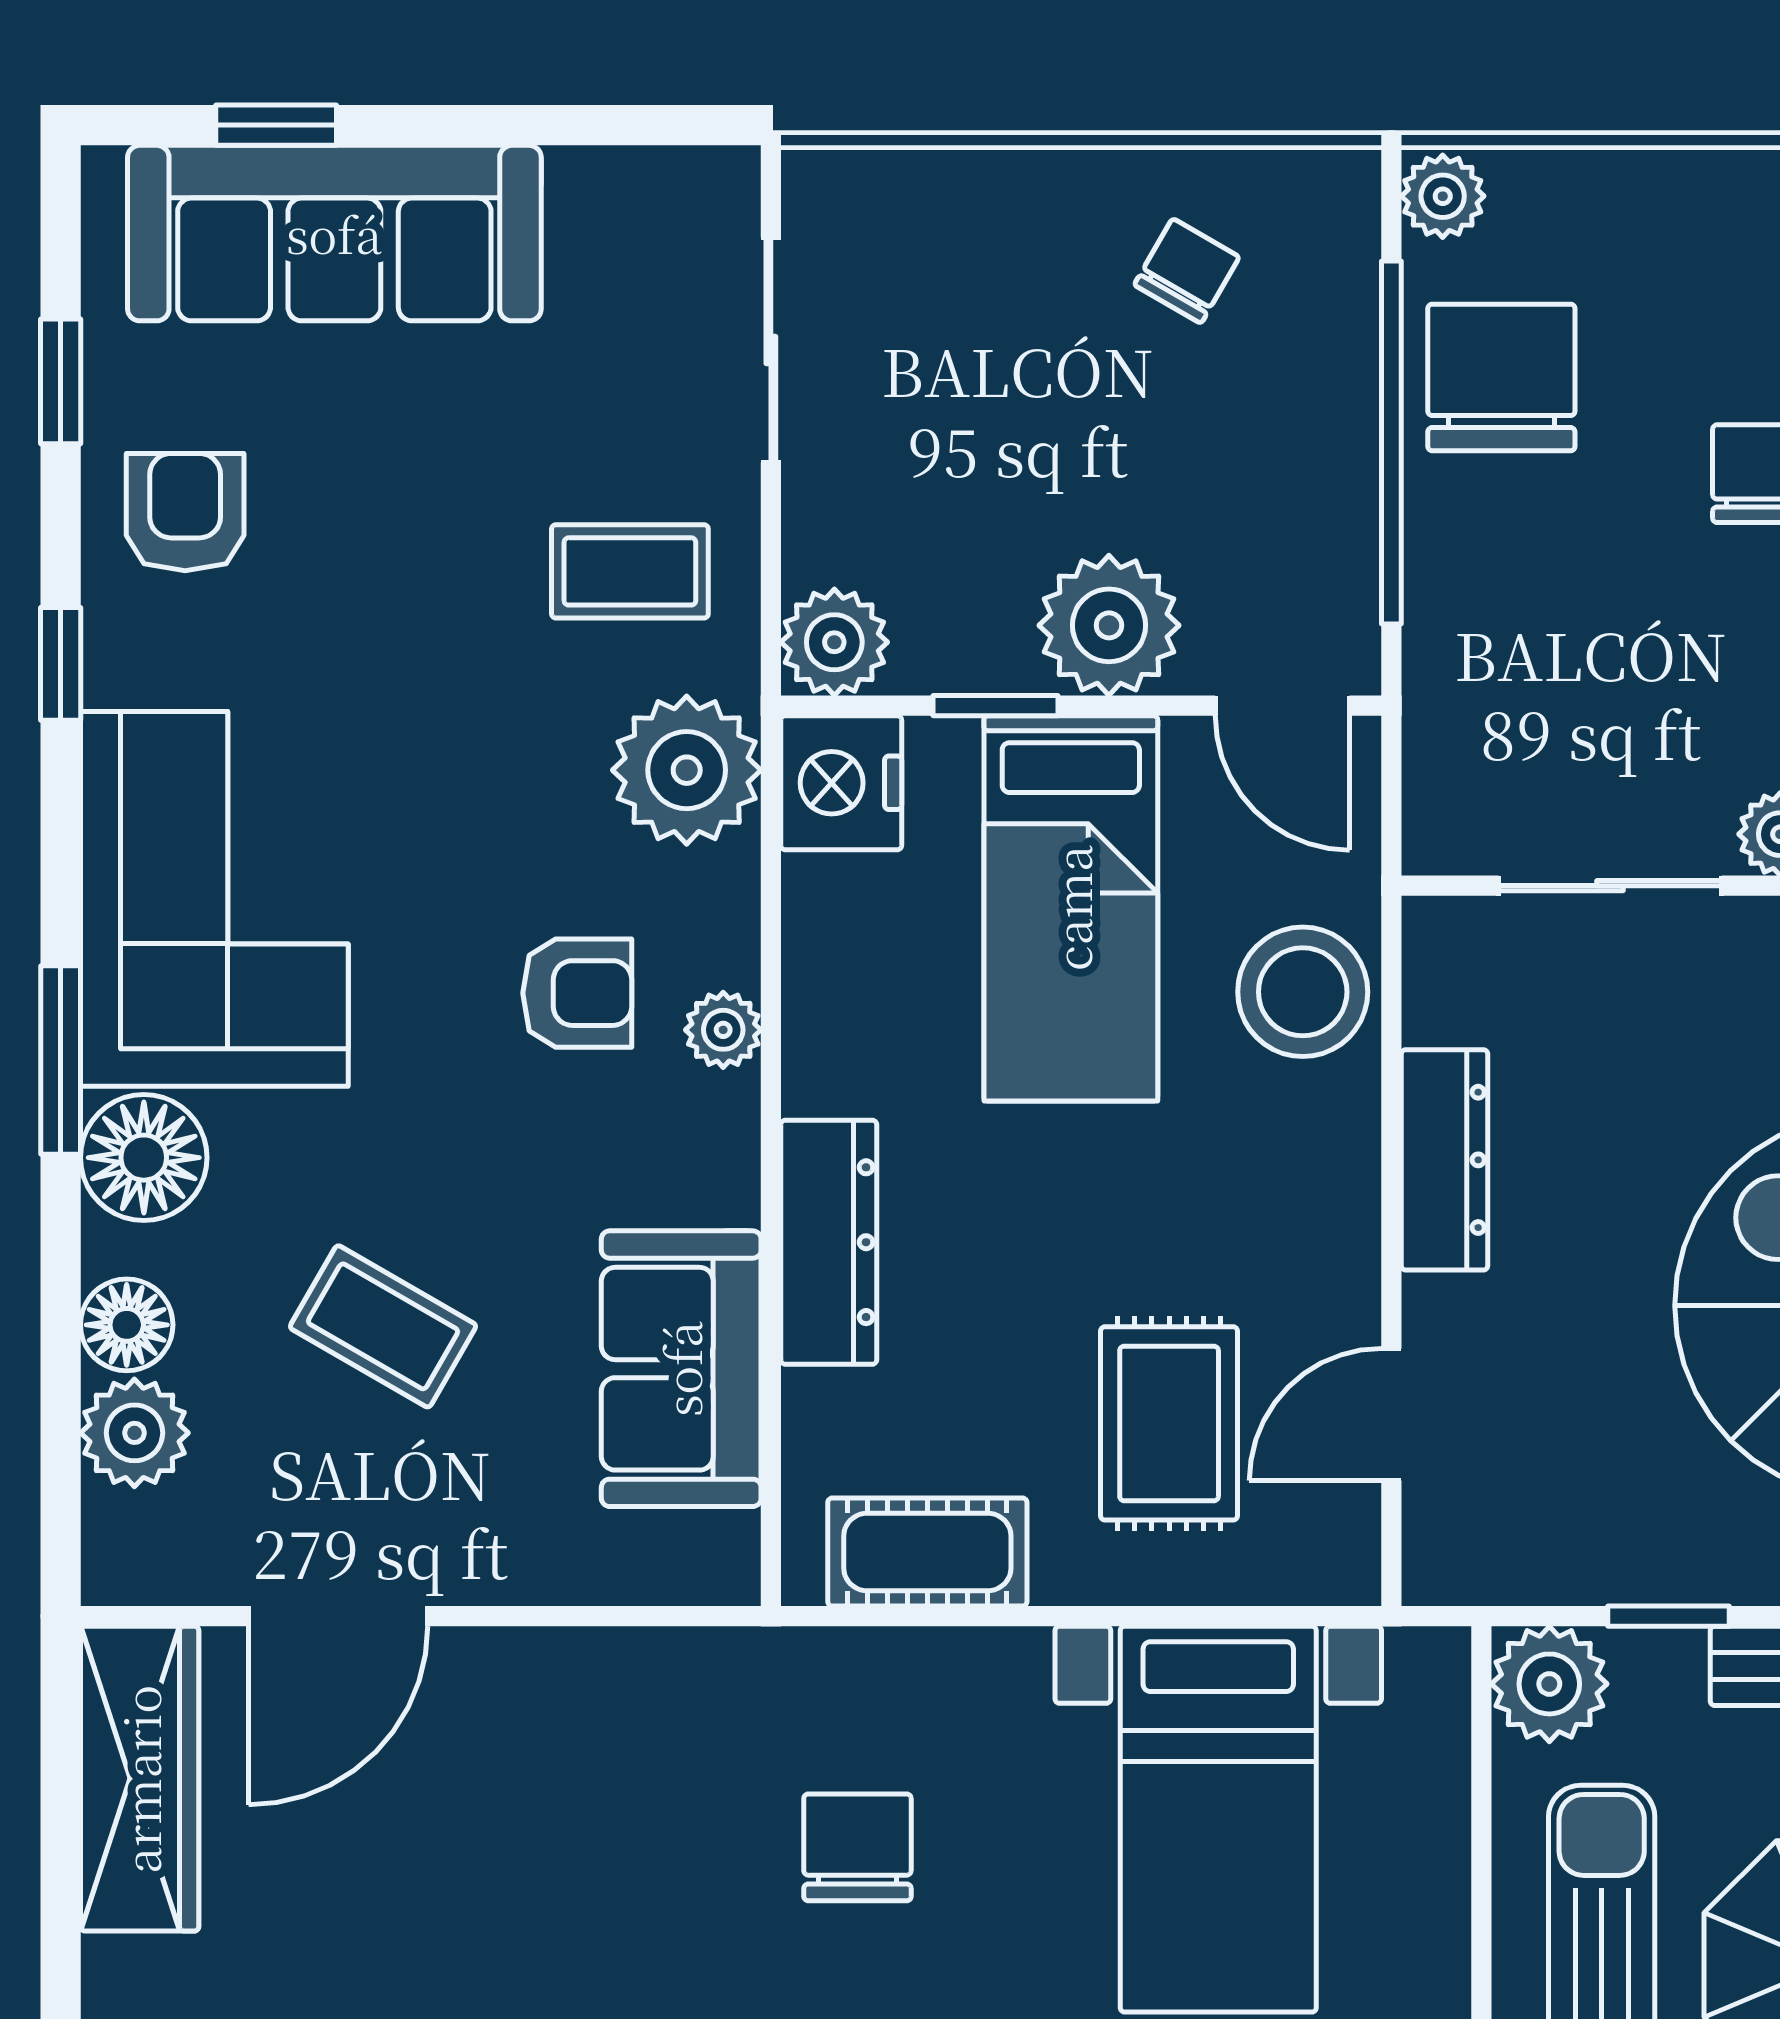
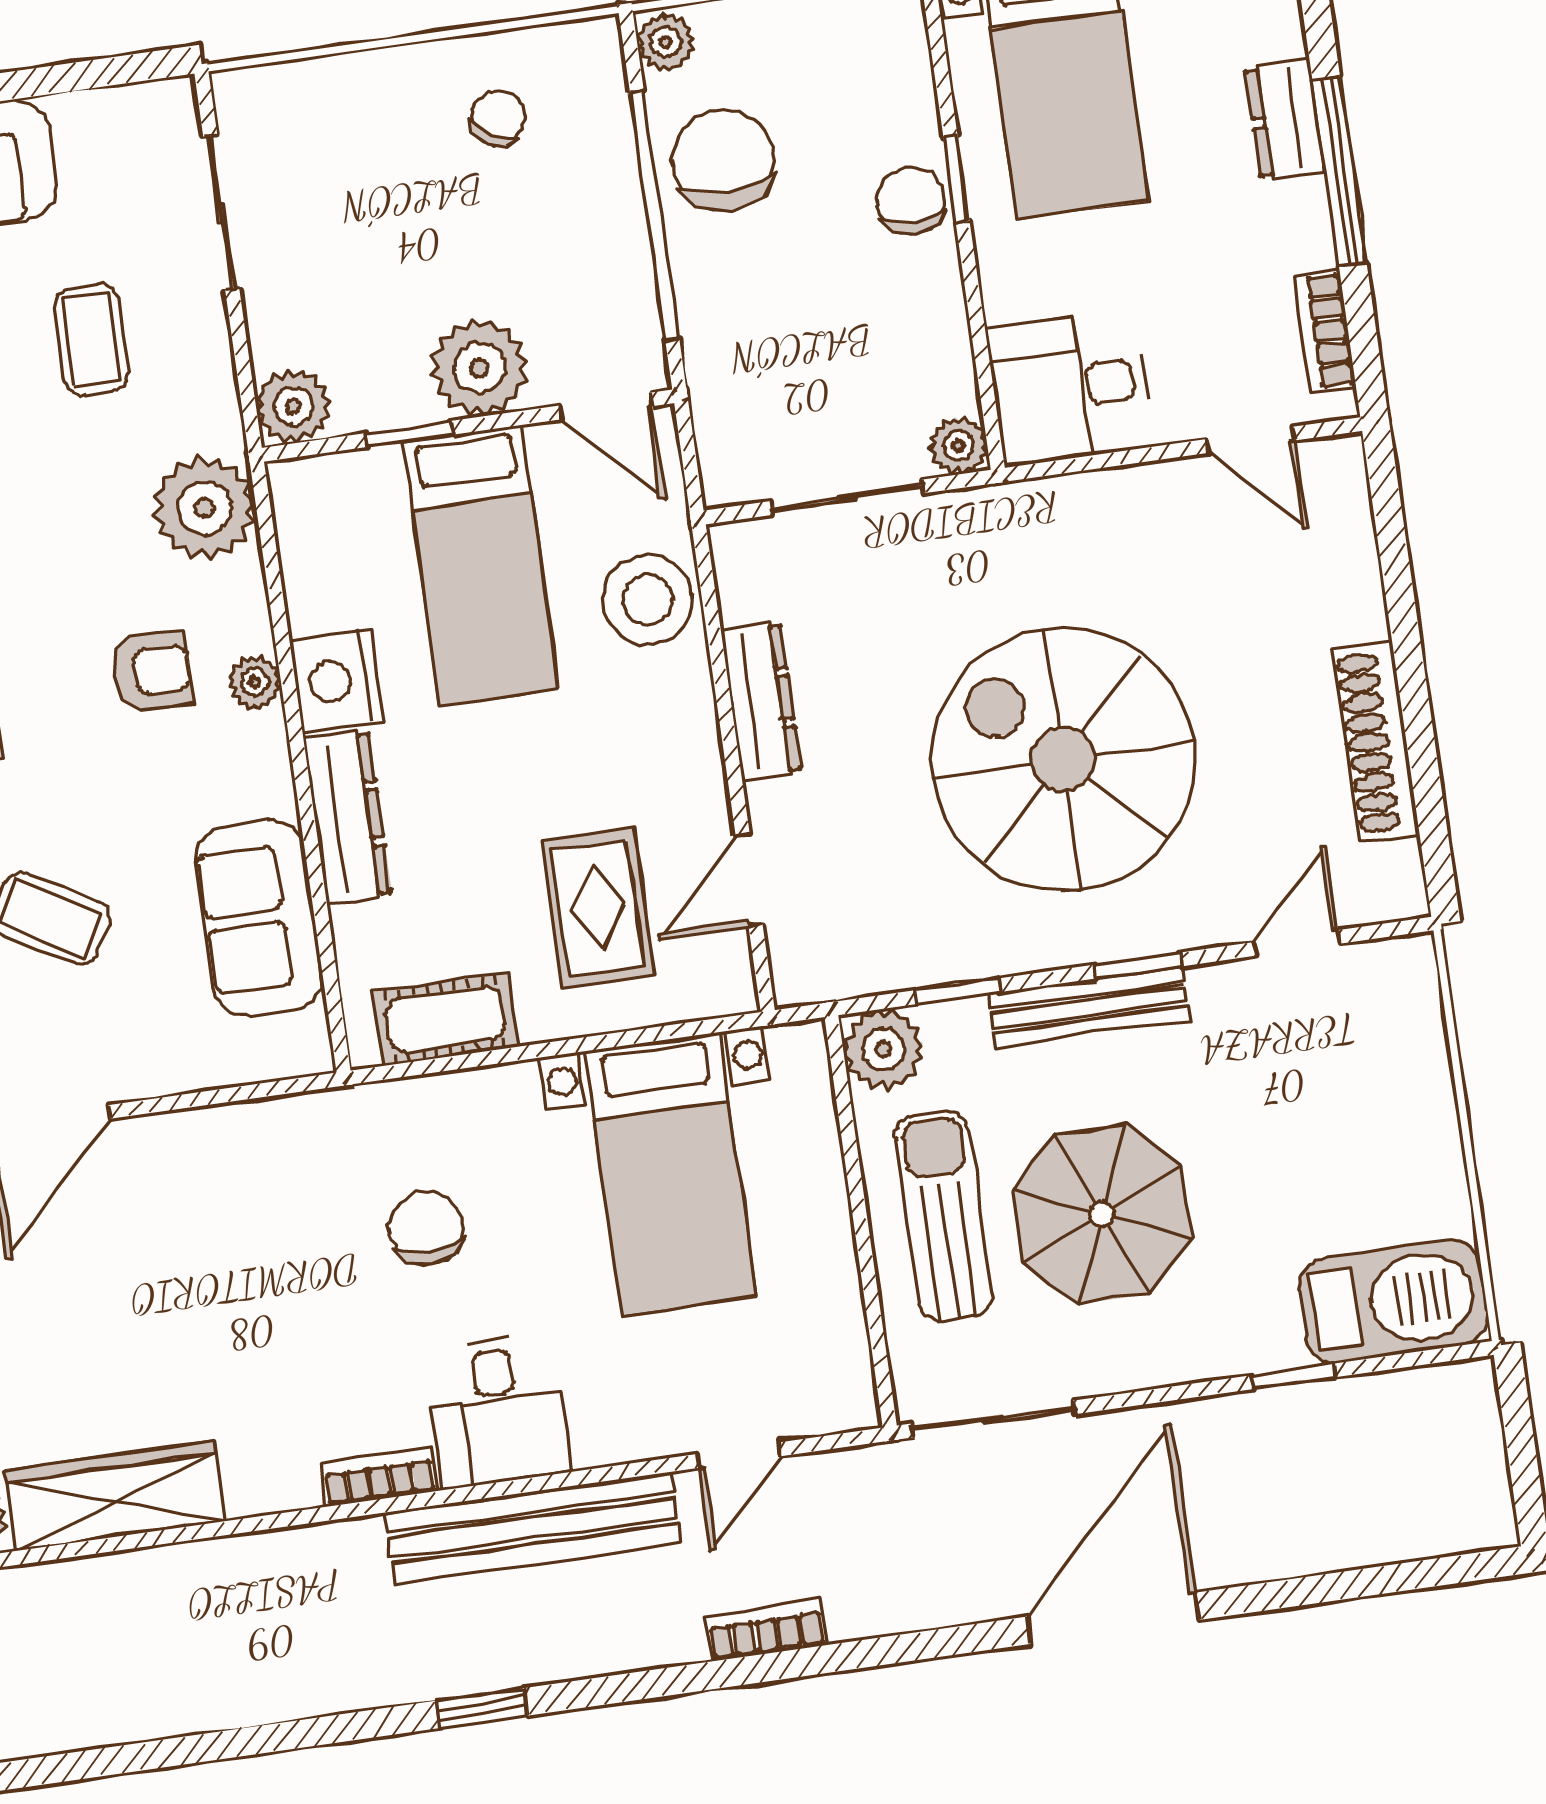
coffee table: (630, 571) -> (91, 339), moved, turned 90
nightstand: (841, 783) -> (337, 681), moved

